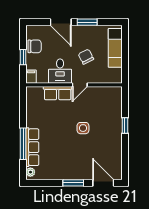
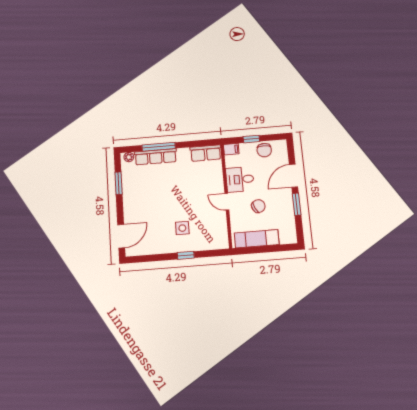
exam couch: (115, 48) -> (257, 239), moved
row of seats: (58, 93) -> (206, 153), moved, turned -90
side table: (83, 128) -> (182, 228), moved
window: (73, 183) -> (119, 183), moved

